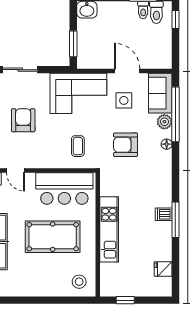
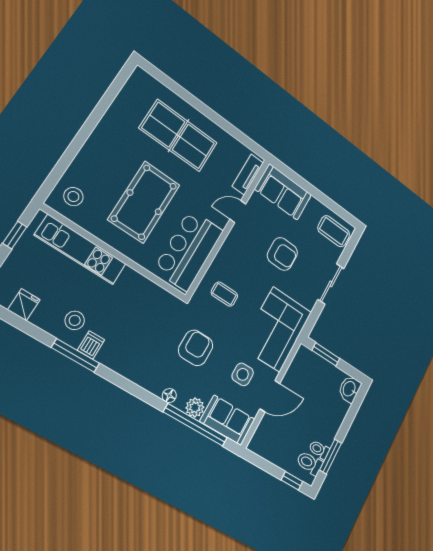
kitchen unit: (109, 229) -> (81, 250), moved
stool: (155, 234) -> (75, 320), added

